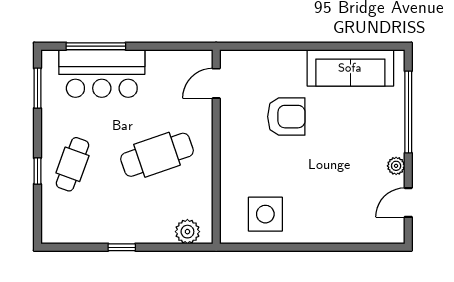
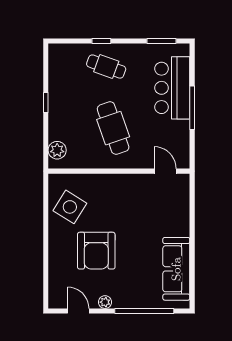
window: (96, 46) -> (192, 108), moved
armchair: (286, 117) -> (96, 251), moved, width x1.36, depth x1.36
side table: (265, 214) -> (70, 207), turned 32

